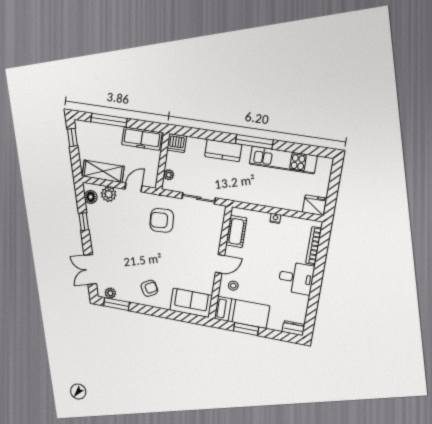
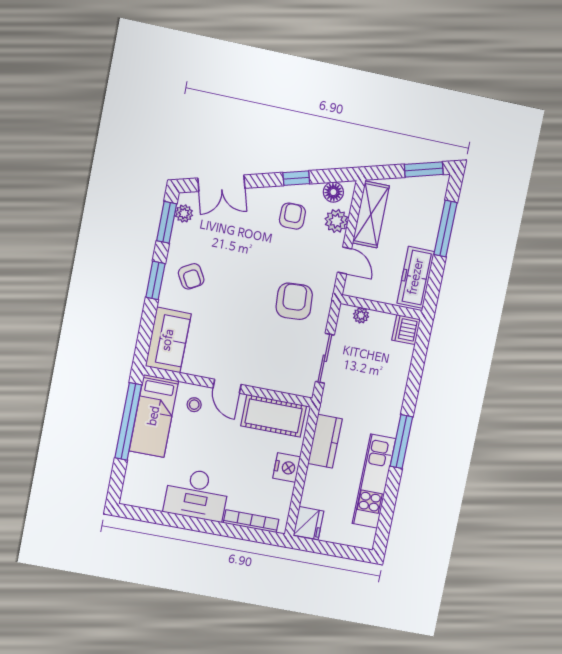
window: (72, 137) -> (424, 169), width x1.50
kitchen counter: (223, 150) -> (325, 441), moved, turned 180
nightstand: (275, 218) -> (287, 467), width x1.89, depth x1.79
armchair: (107, 223) -> (292, 216), added
cot: (236, 232) -> (274, 416), width x1.37, depth x1.34
double door: (90, 270) -> (221, 183), swing flipped
desk: (296, 278) -> (197, 494), width x1.37
window: (153, 311) -> (155, 280), added
dresser: (293, 328) -> (130, 491), removed
window: (246, 329) -> (128, 421), width x2.11

